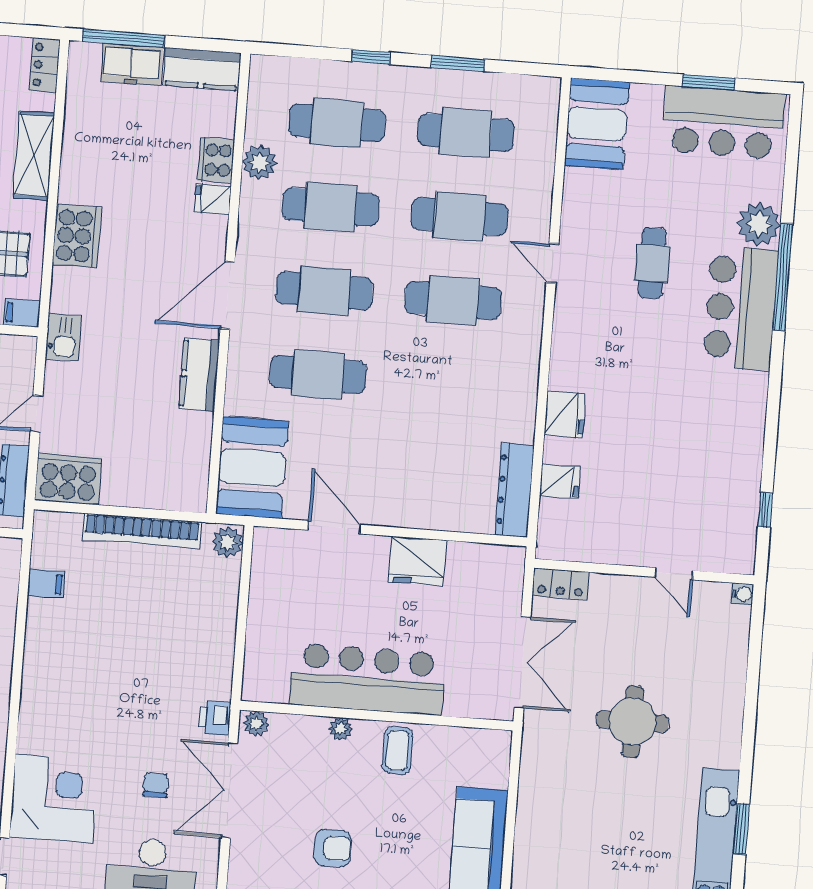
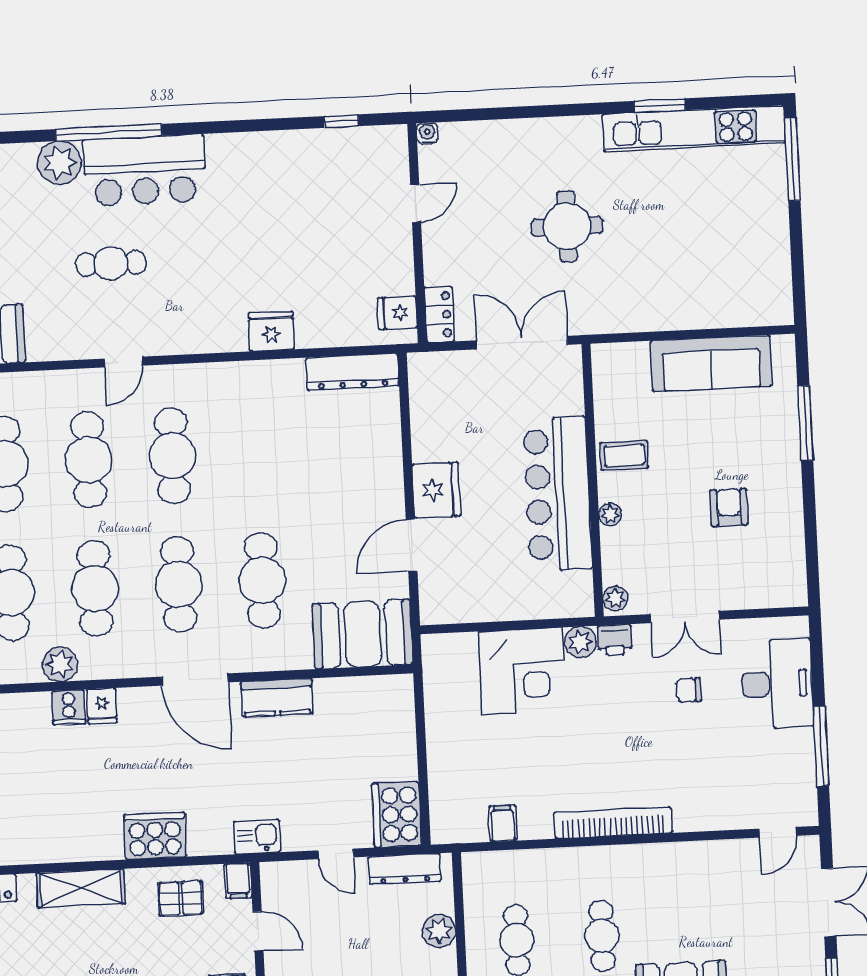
cooker: (216, 160) -> (69, 707), width x0.73
fridge: (560, 481) -> (397, 313), moved, turned -90
bookcase: (142, 531) -> (613, 823), moved, turned -90
plant: (228, 542) -> (580, 642), moved
fridge: (418, 561) -> (436, 490), moved
double door: (229, 790) -> (685, 617), width x0.73
corner desk: (54, 798) -> (522, 671), moved, turned 180

